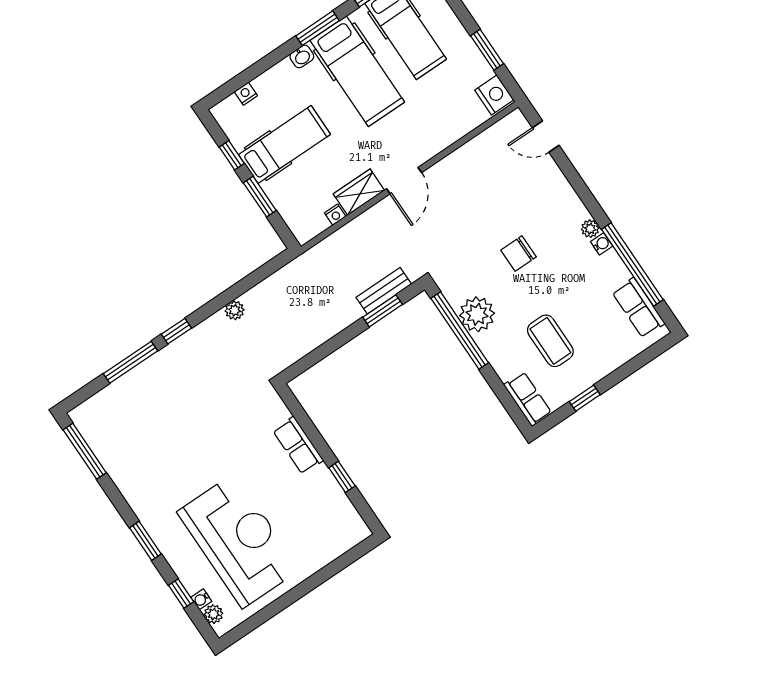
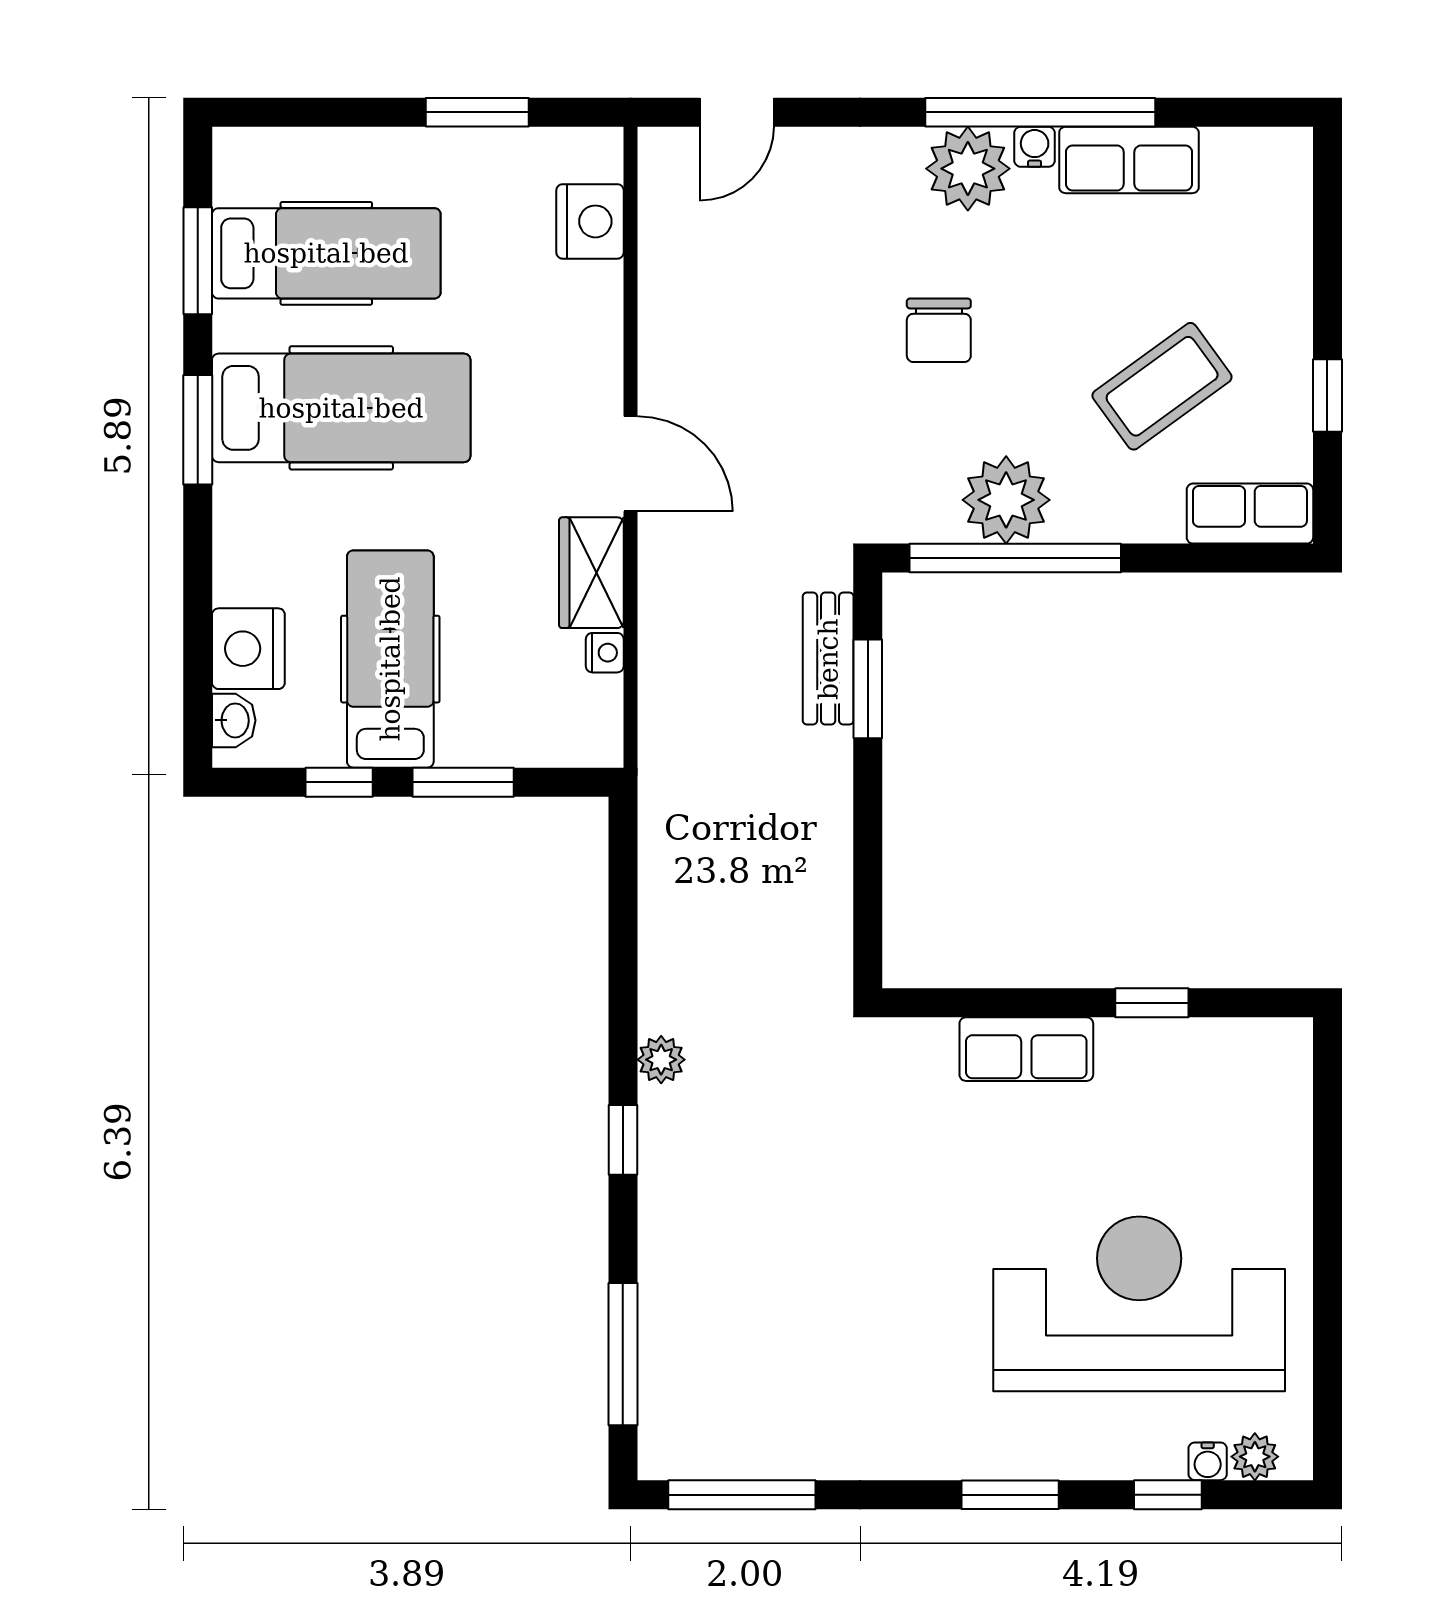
washbasin: (302, 56) -> (234, 720), moved
nightstand: (246, 94) -> (248, 649), width x1.89, depth x1.79
nightstand: (494, 95) -> (590, 221), moved, turned 90
plant: (590, 229) -> (968, 169), width x1.88, depth x1.88
window: (632, 264) -> (1040, 112), moved
row of seats: (638, 308) -> (1129, 160), moved
plant: (235, 310) -> (661, 1060), moved
coffee table: (550, 341) -> (1162, 386), turned -36
window: (130, 362) -> (623, 1354), moved

